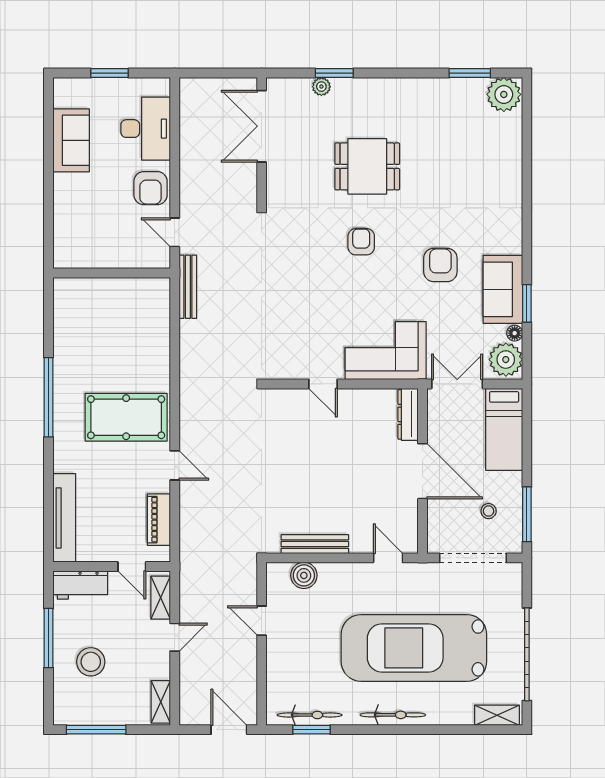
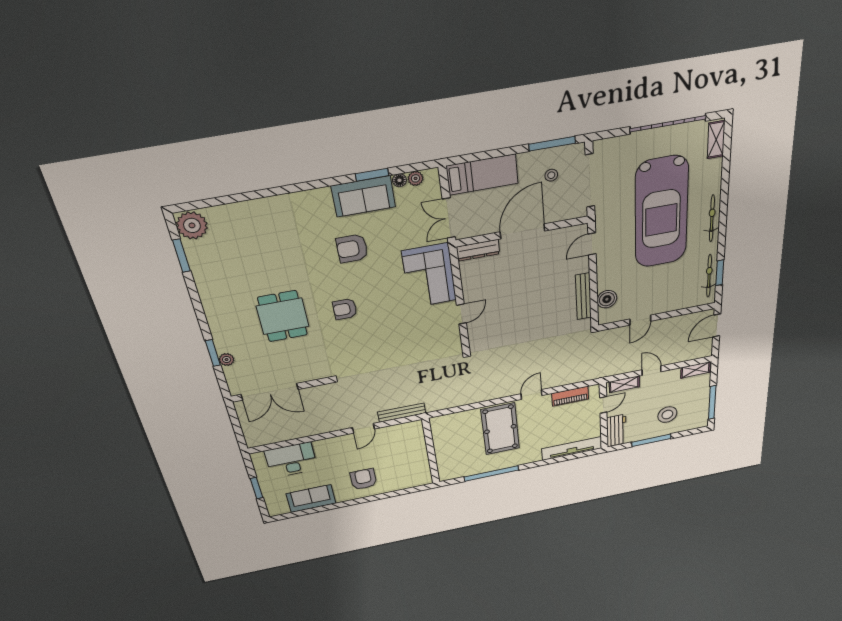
armchair: (151, 188) -> (363, 479), moved, turned -90
wall: (112, 273) -> (431, 451), moved
plant: (506, 360) -> (416, 178), width x0.53, depth x0.53

